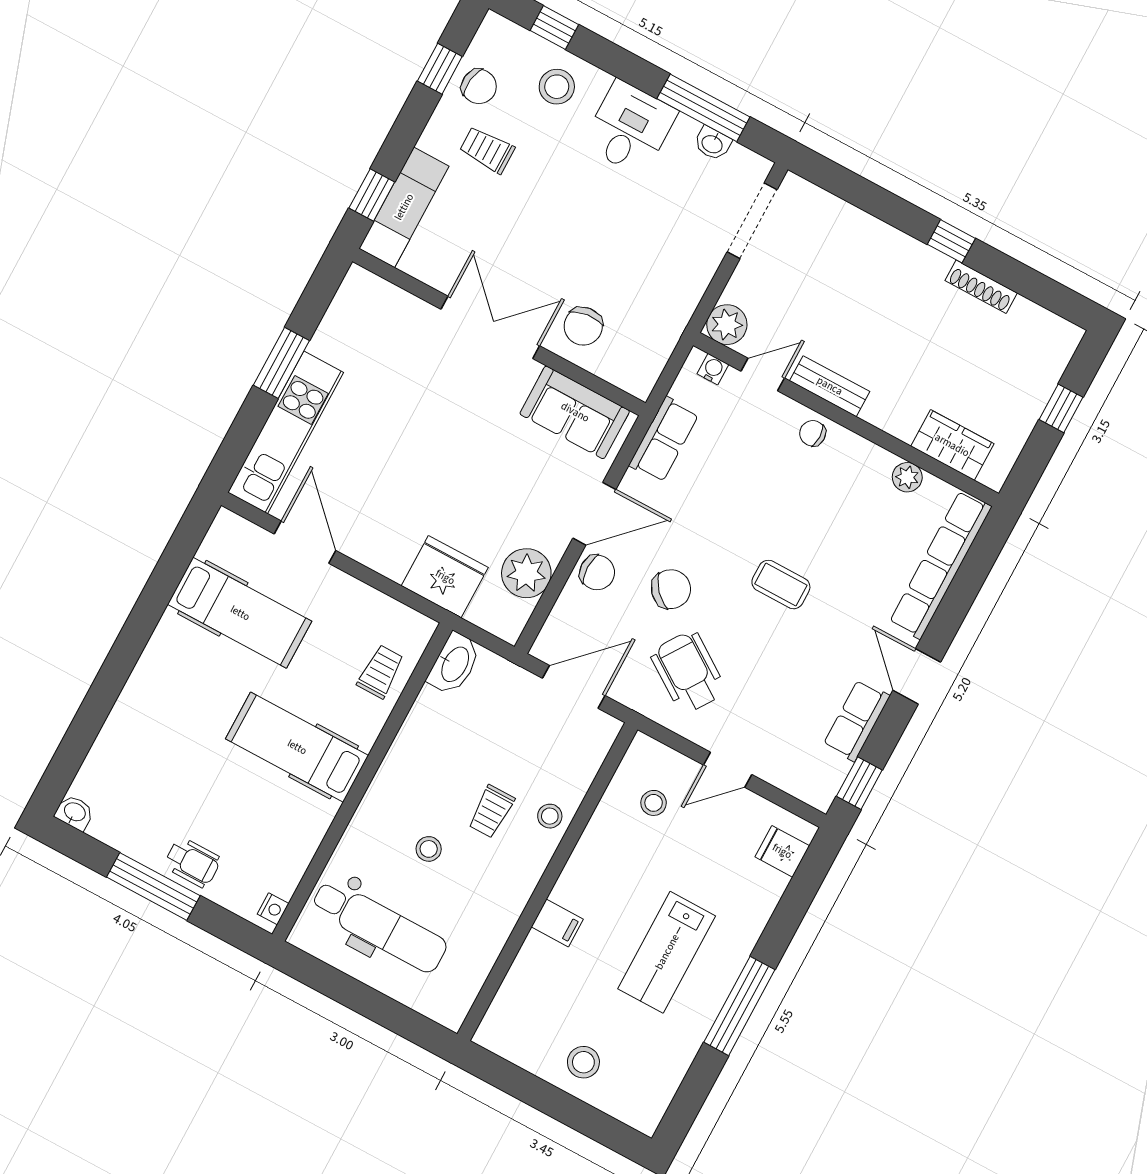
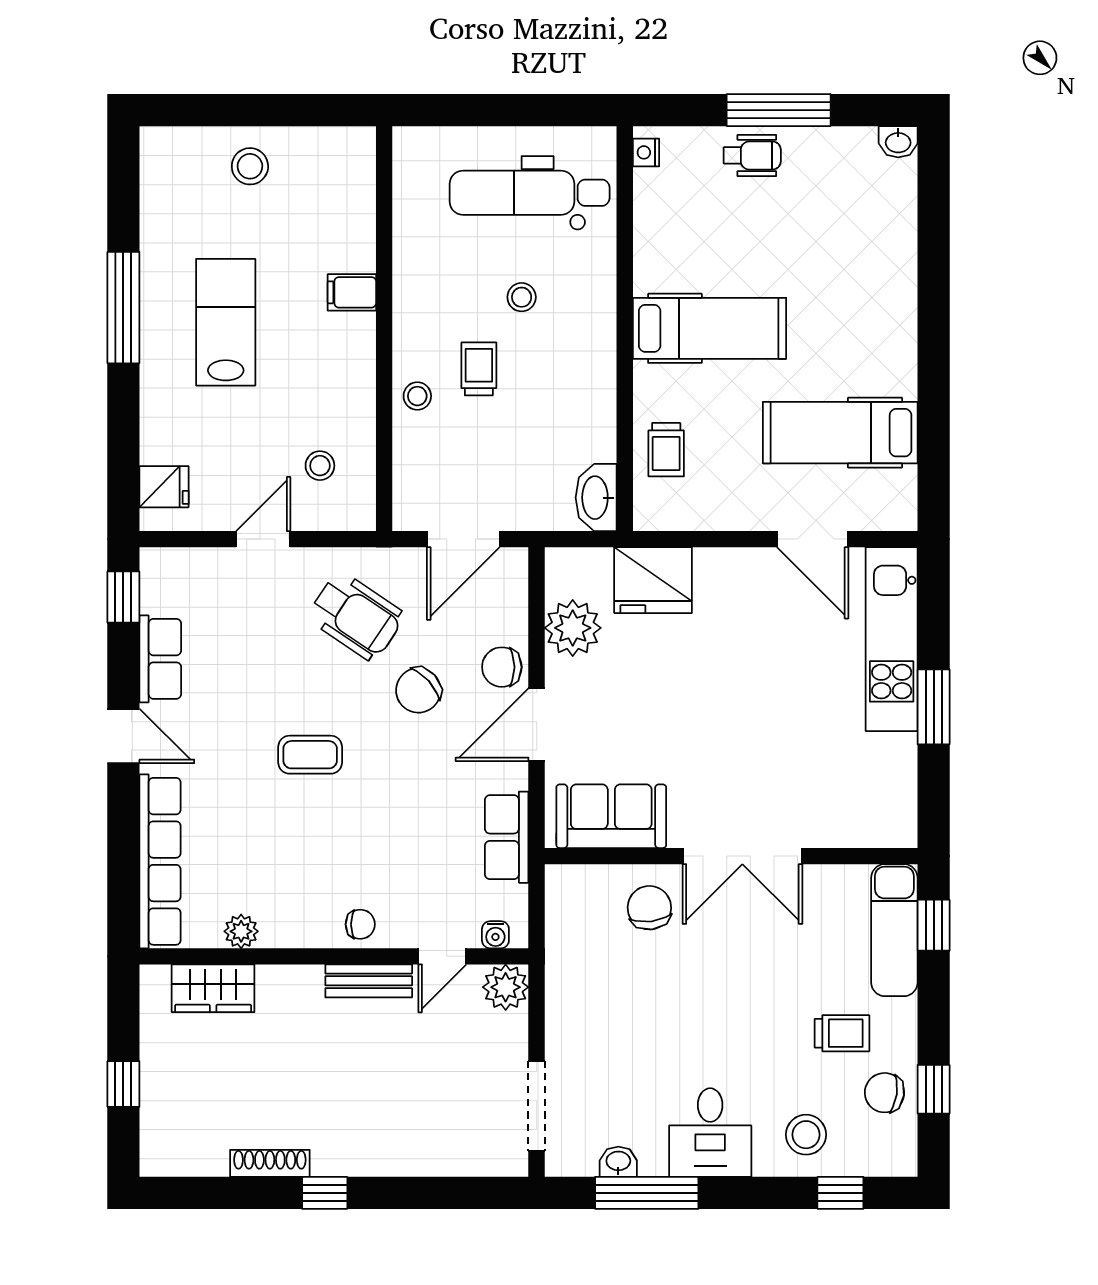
wheelchair: (192, 862) -> (752, 155), turned 180

